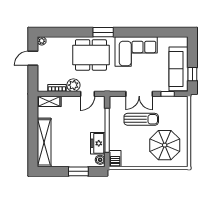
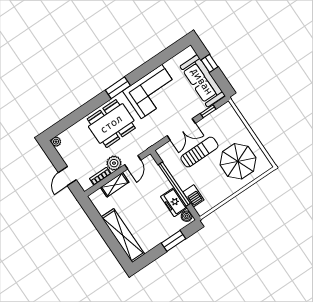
window: (103, 32) -> (118, 88), moved
door: (33, 58) -> (67, 176), moved
window: (192, 74) -> (210, 63), moved
shelving: (49, 101) -> (115, 185), moved
barbecue: (115, 159) -> (193, 196), moved

